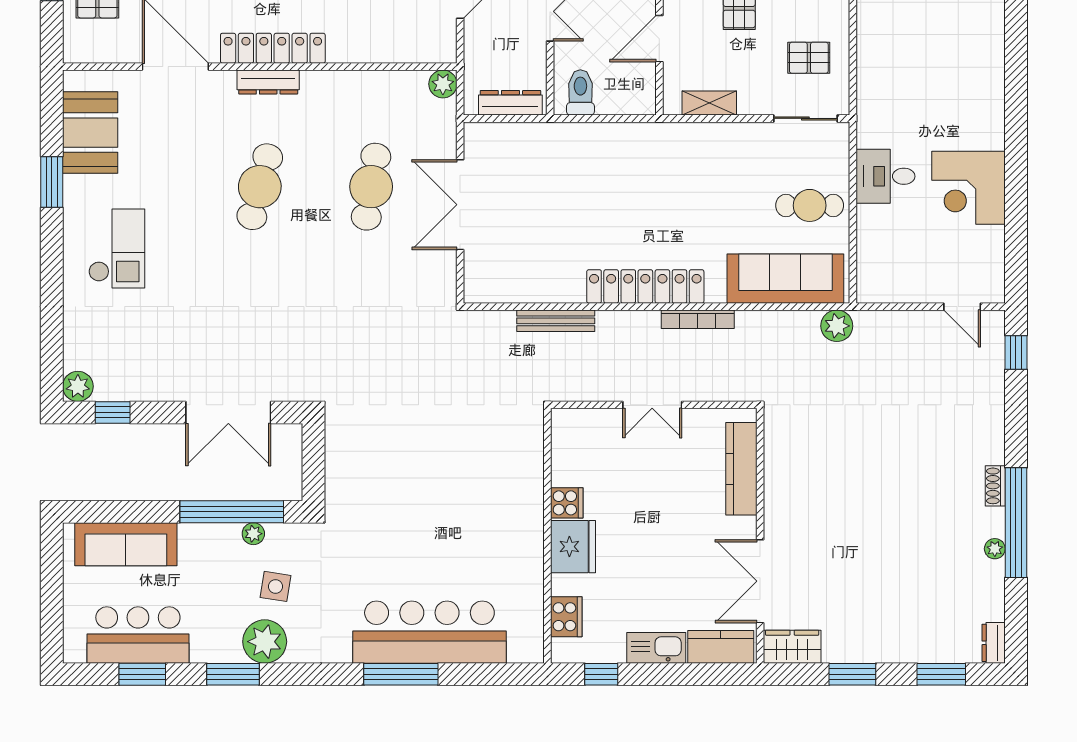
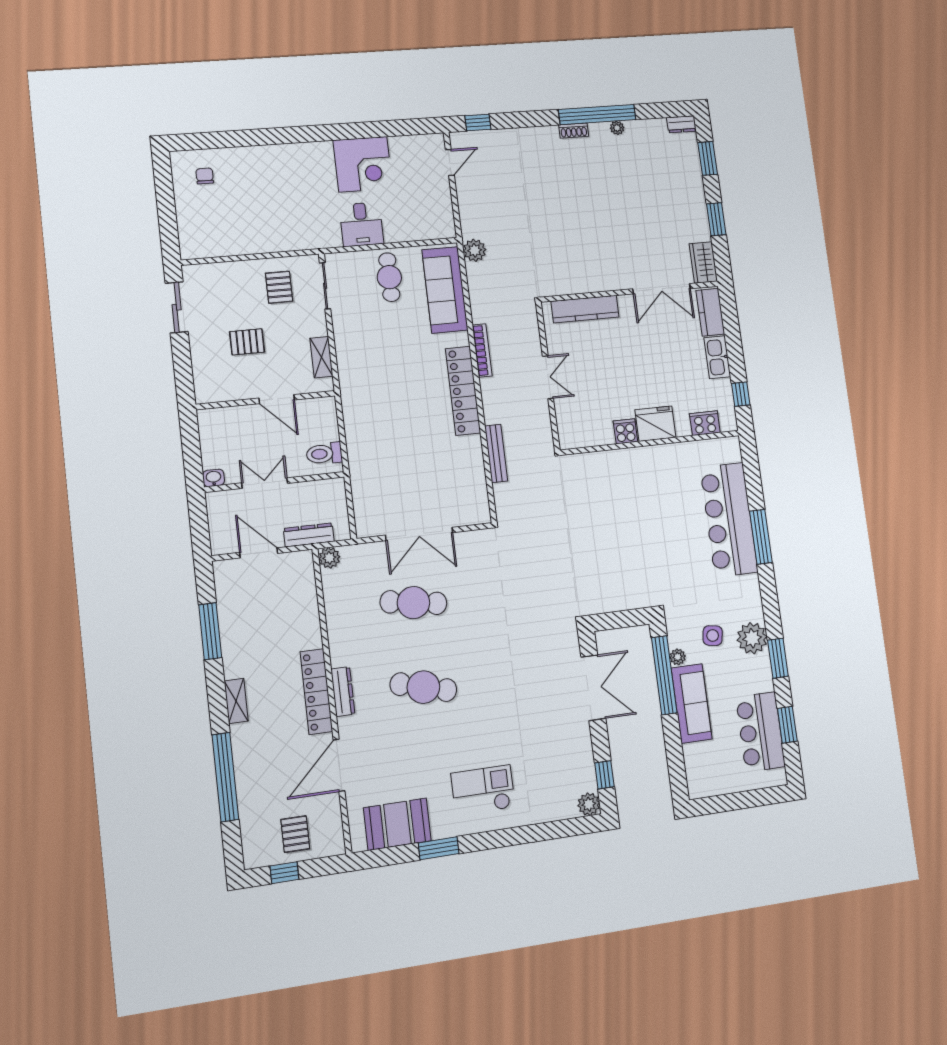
dresser: (510, 103) -> (309, 535), moved, turned 90
sofa: (126, 544) -> (692, 703), moved

